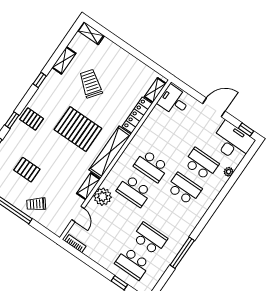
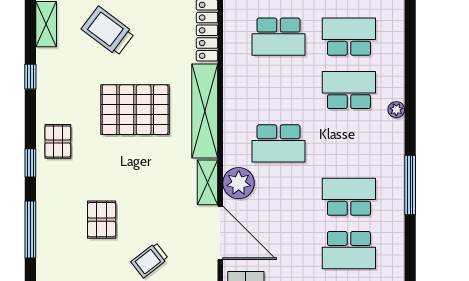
pallet: (32, 119) -> (58, 141), turned 90
school desk: (151, 166) -> (278, 37), moved
pallet: (27, 170) -> (102, 220), turned 90
plant: (229, 172) -> (396, 110), moved
door: (78, 214) -> (220, 233), width x1.87

